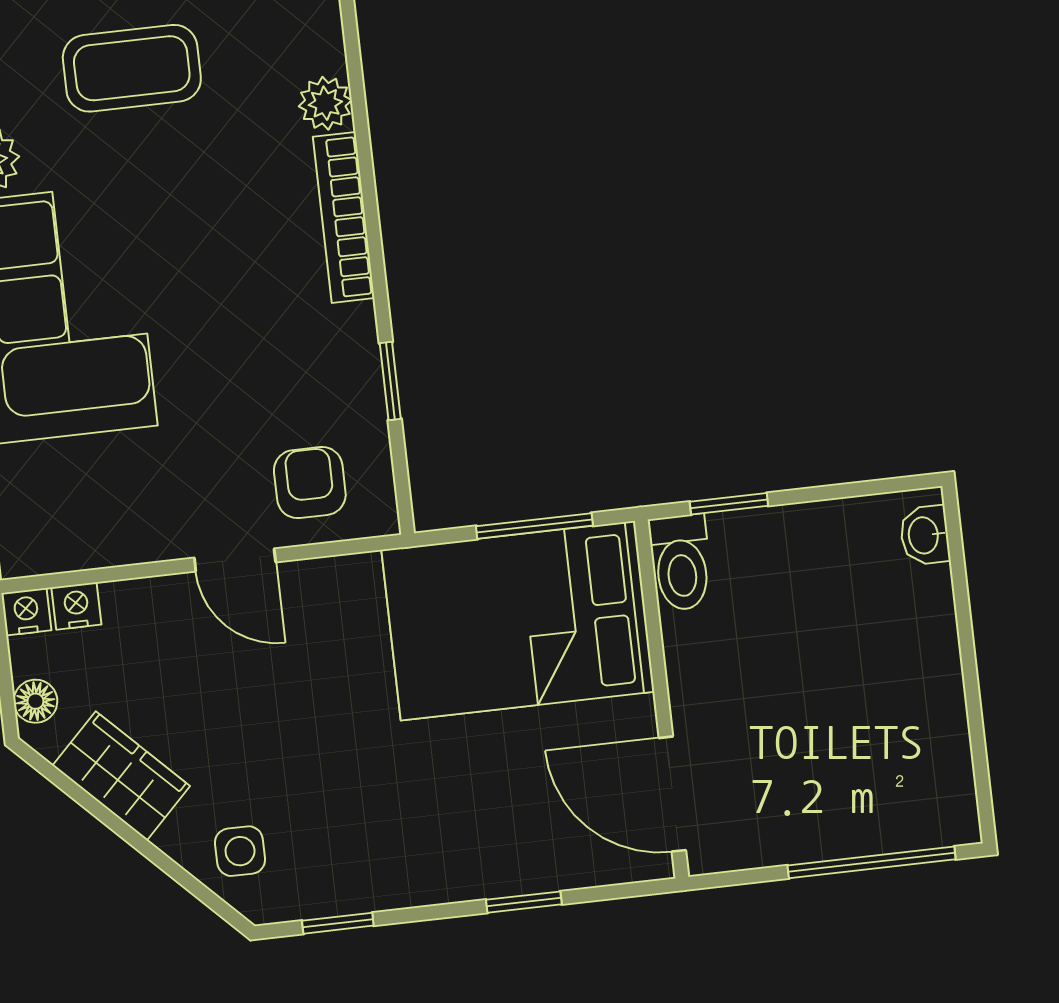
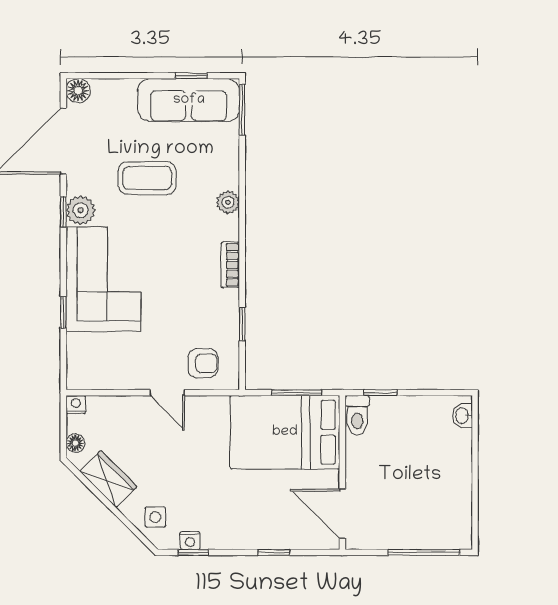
bookcase: (344, 217) -> (230, 265), width x0.64
armchair: (310, 483) -> (203, 363), turned 90
nightstand: (76, 606) -> (190, 541), moved, turned 180

